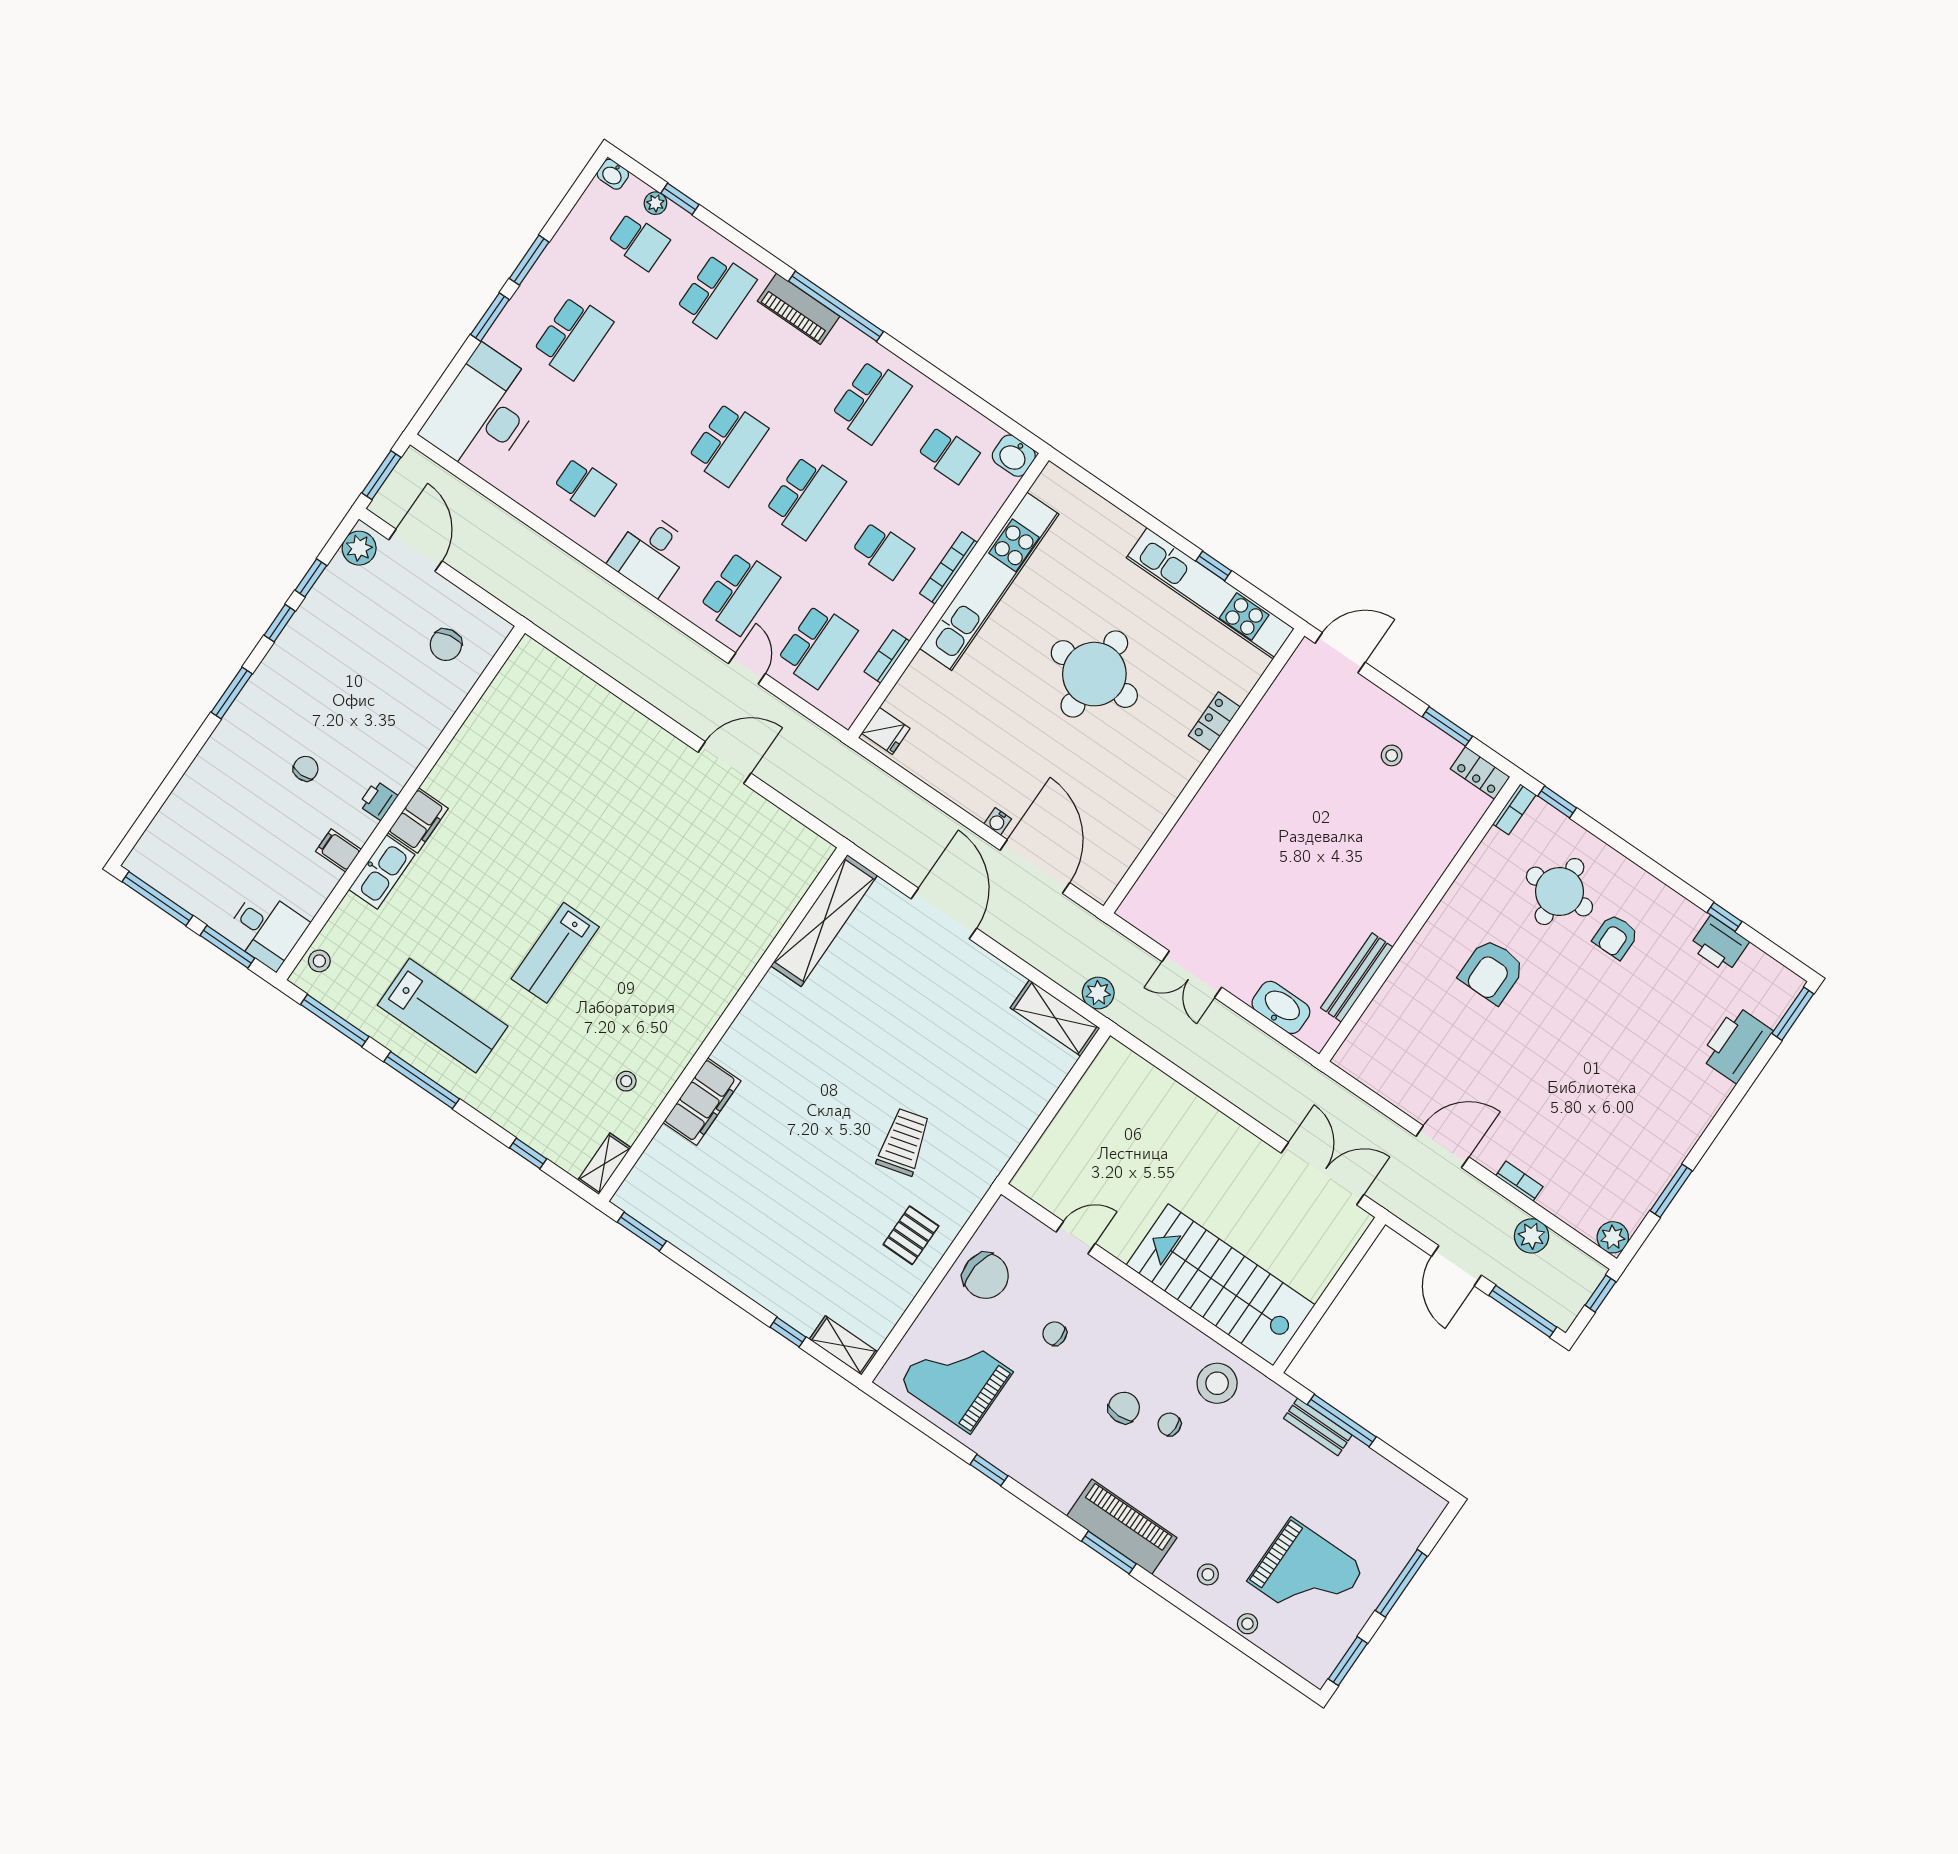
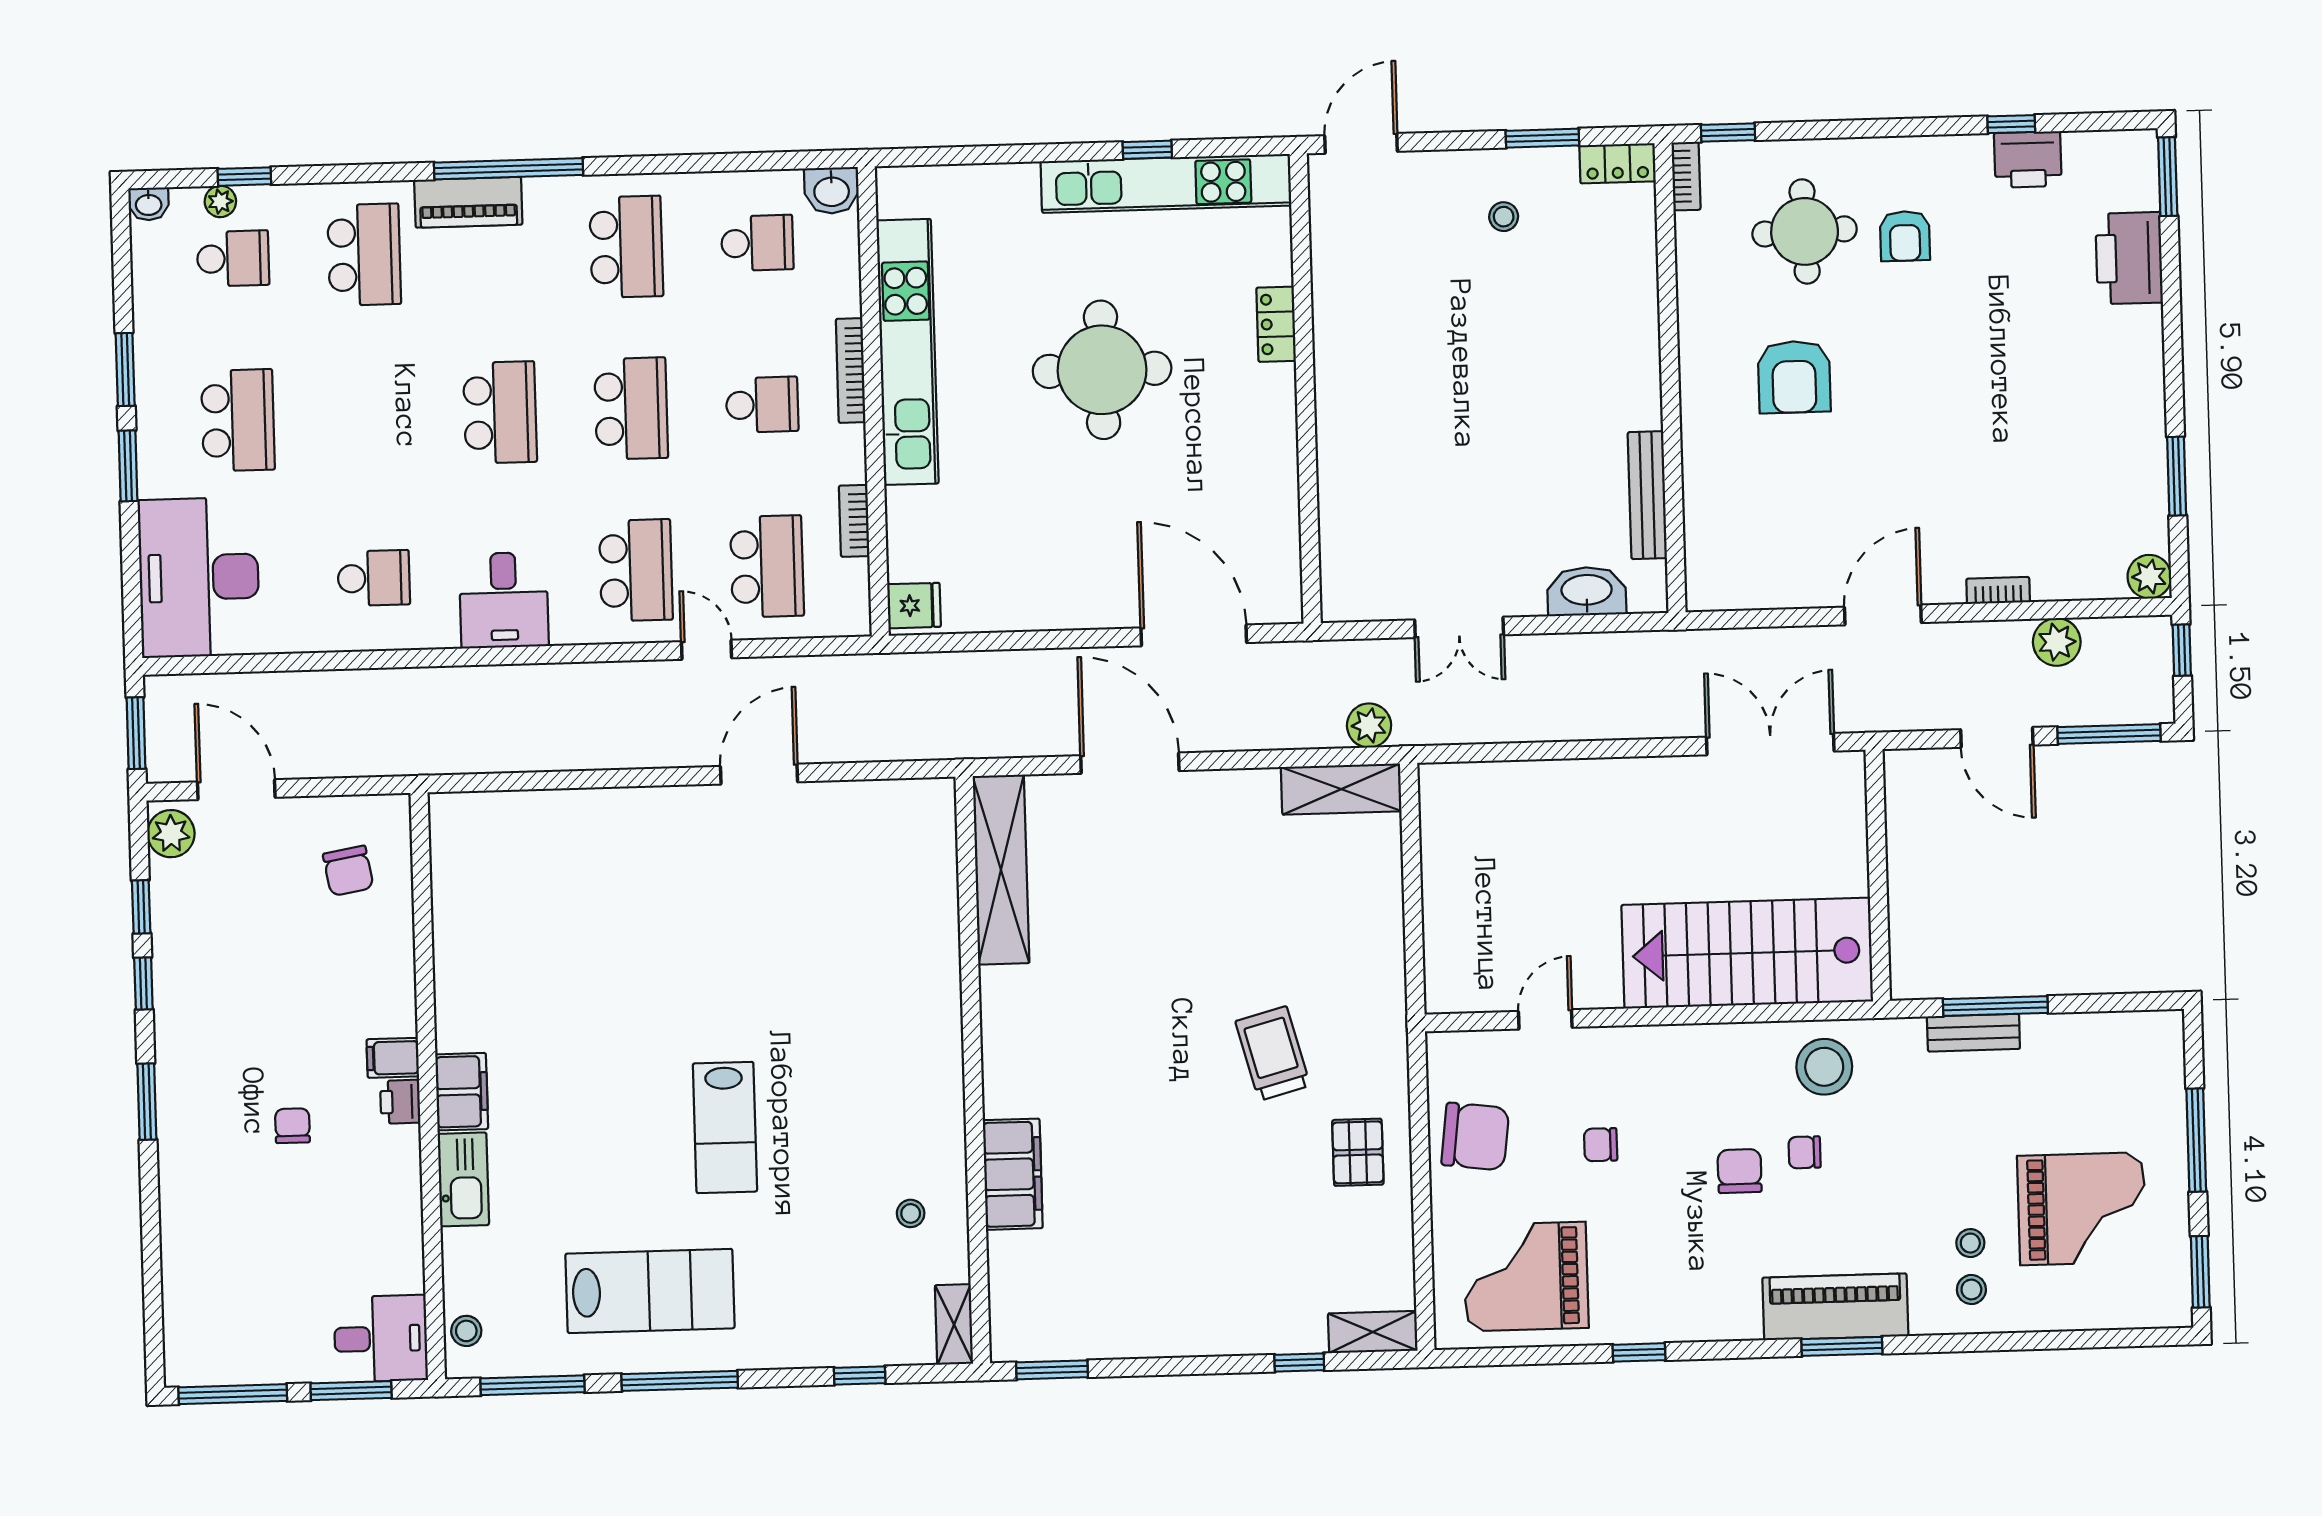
water cooler: (998, 821) -> (1115, 615), removed
filing cabinet: (338, 850) -> (393, 1058), moved
stool: (1247, 1624) -> (1970, 1243), moved

